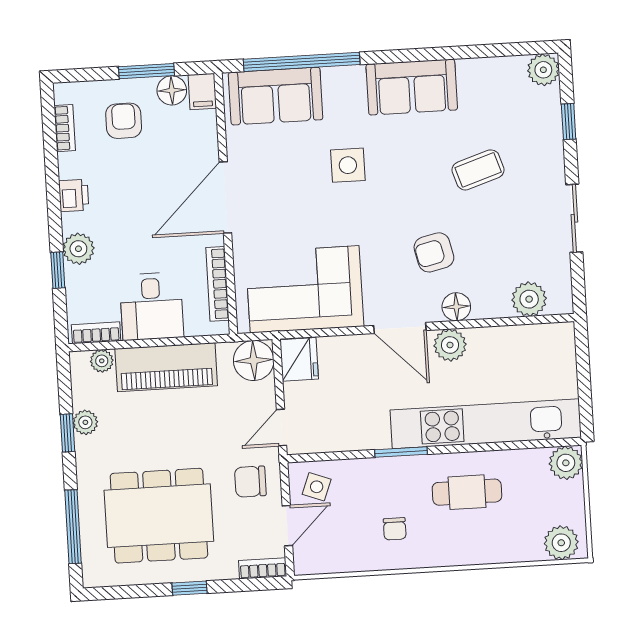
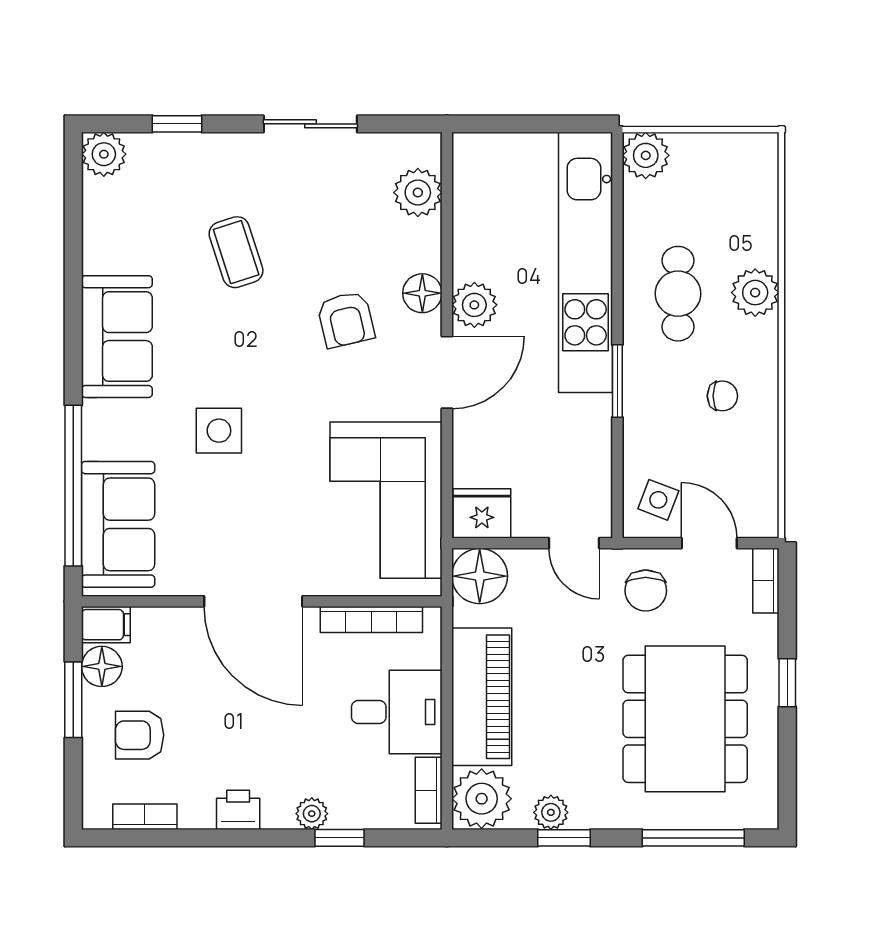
plant: (78, 249) -> (312, 814), width x0.73, depth x0.73
plant: (102, 361) -> (482, 799), width x1.88, depth x1.88
plant: (561, 543) -> (755, 293), moved

